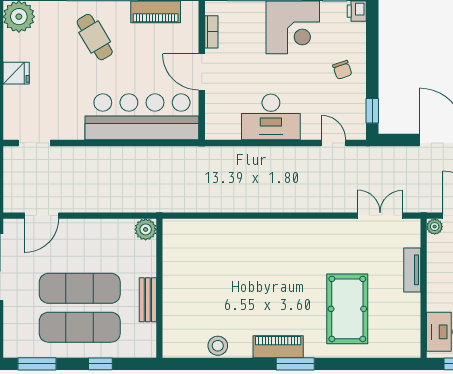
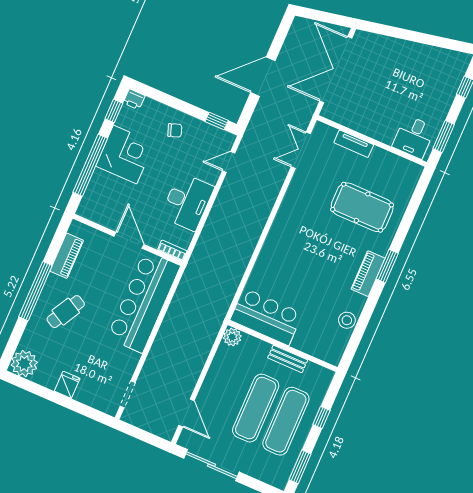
bookcase: (211, 32) -> (172, 250), moved
cafe table: (95, 37) -> (66, 312), turned -30
door: (202, 72) -> (129, 240), swing flipped
plant: (435, 227) -> (328, 112), removed
bar counter: (184, 257) -> (266, 317), added

